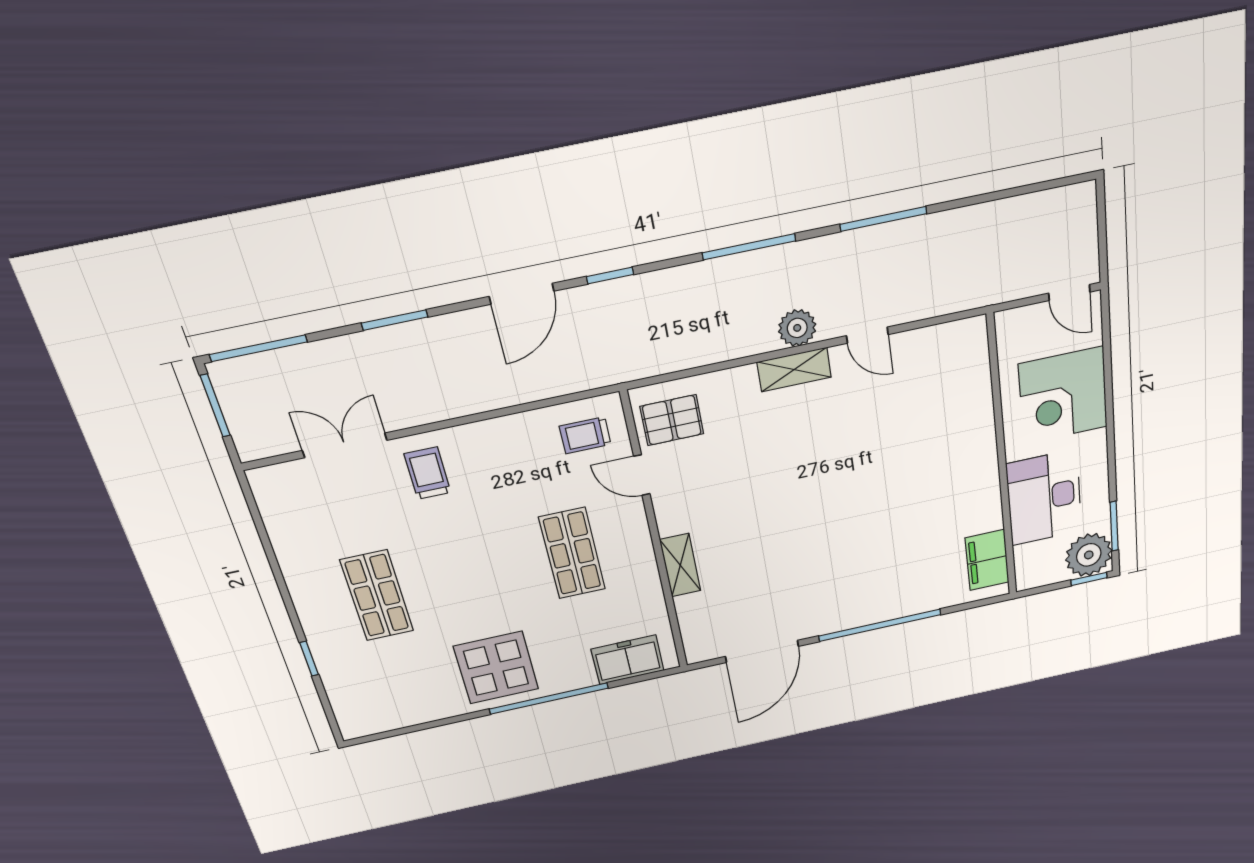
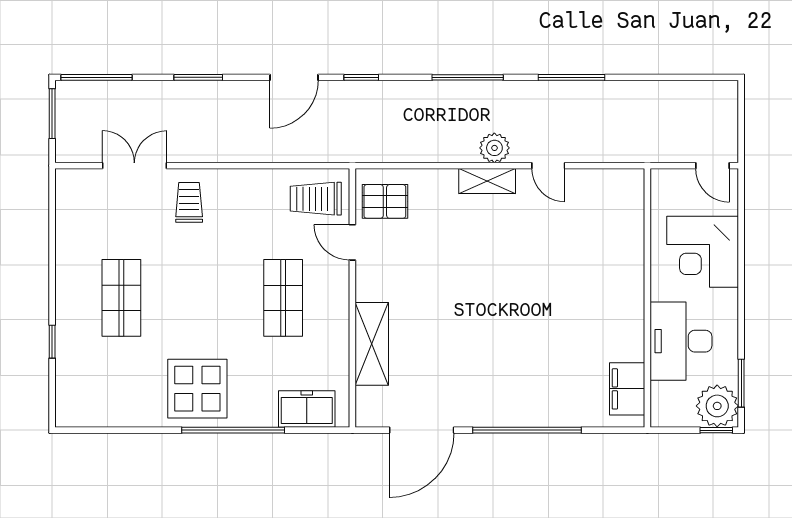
trolley: (585, 435) -> (316, 199), width x1.36, depth x1.39
shelving: (680, 565) -> (372, 344), width x1.50, depth x1.33

